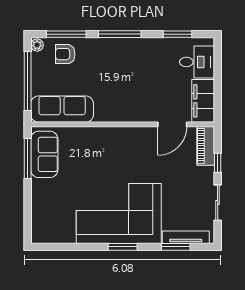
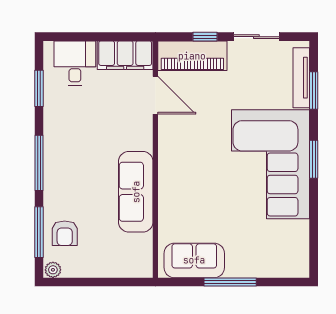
window: (28, 81) -> (99, 282), removed
sofa: (62, 109) -> (136, 192), moved
piano: (206, 146) -> (192, 56), width x1.37, depth x1.33
window: (28, 159) -> (230, 282), moved

